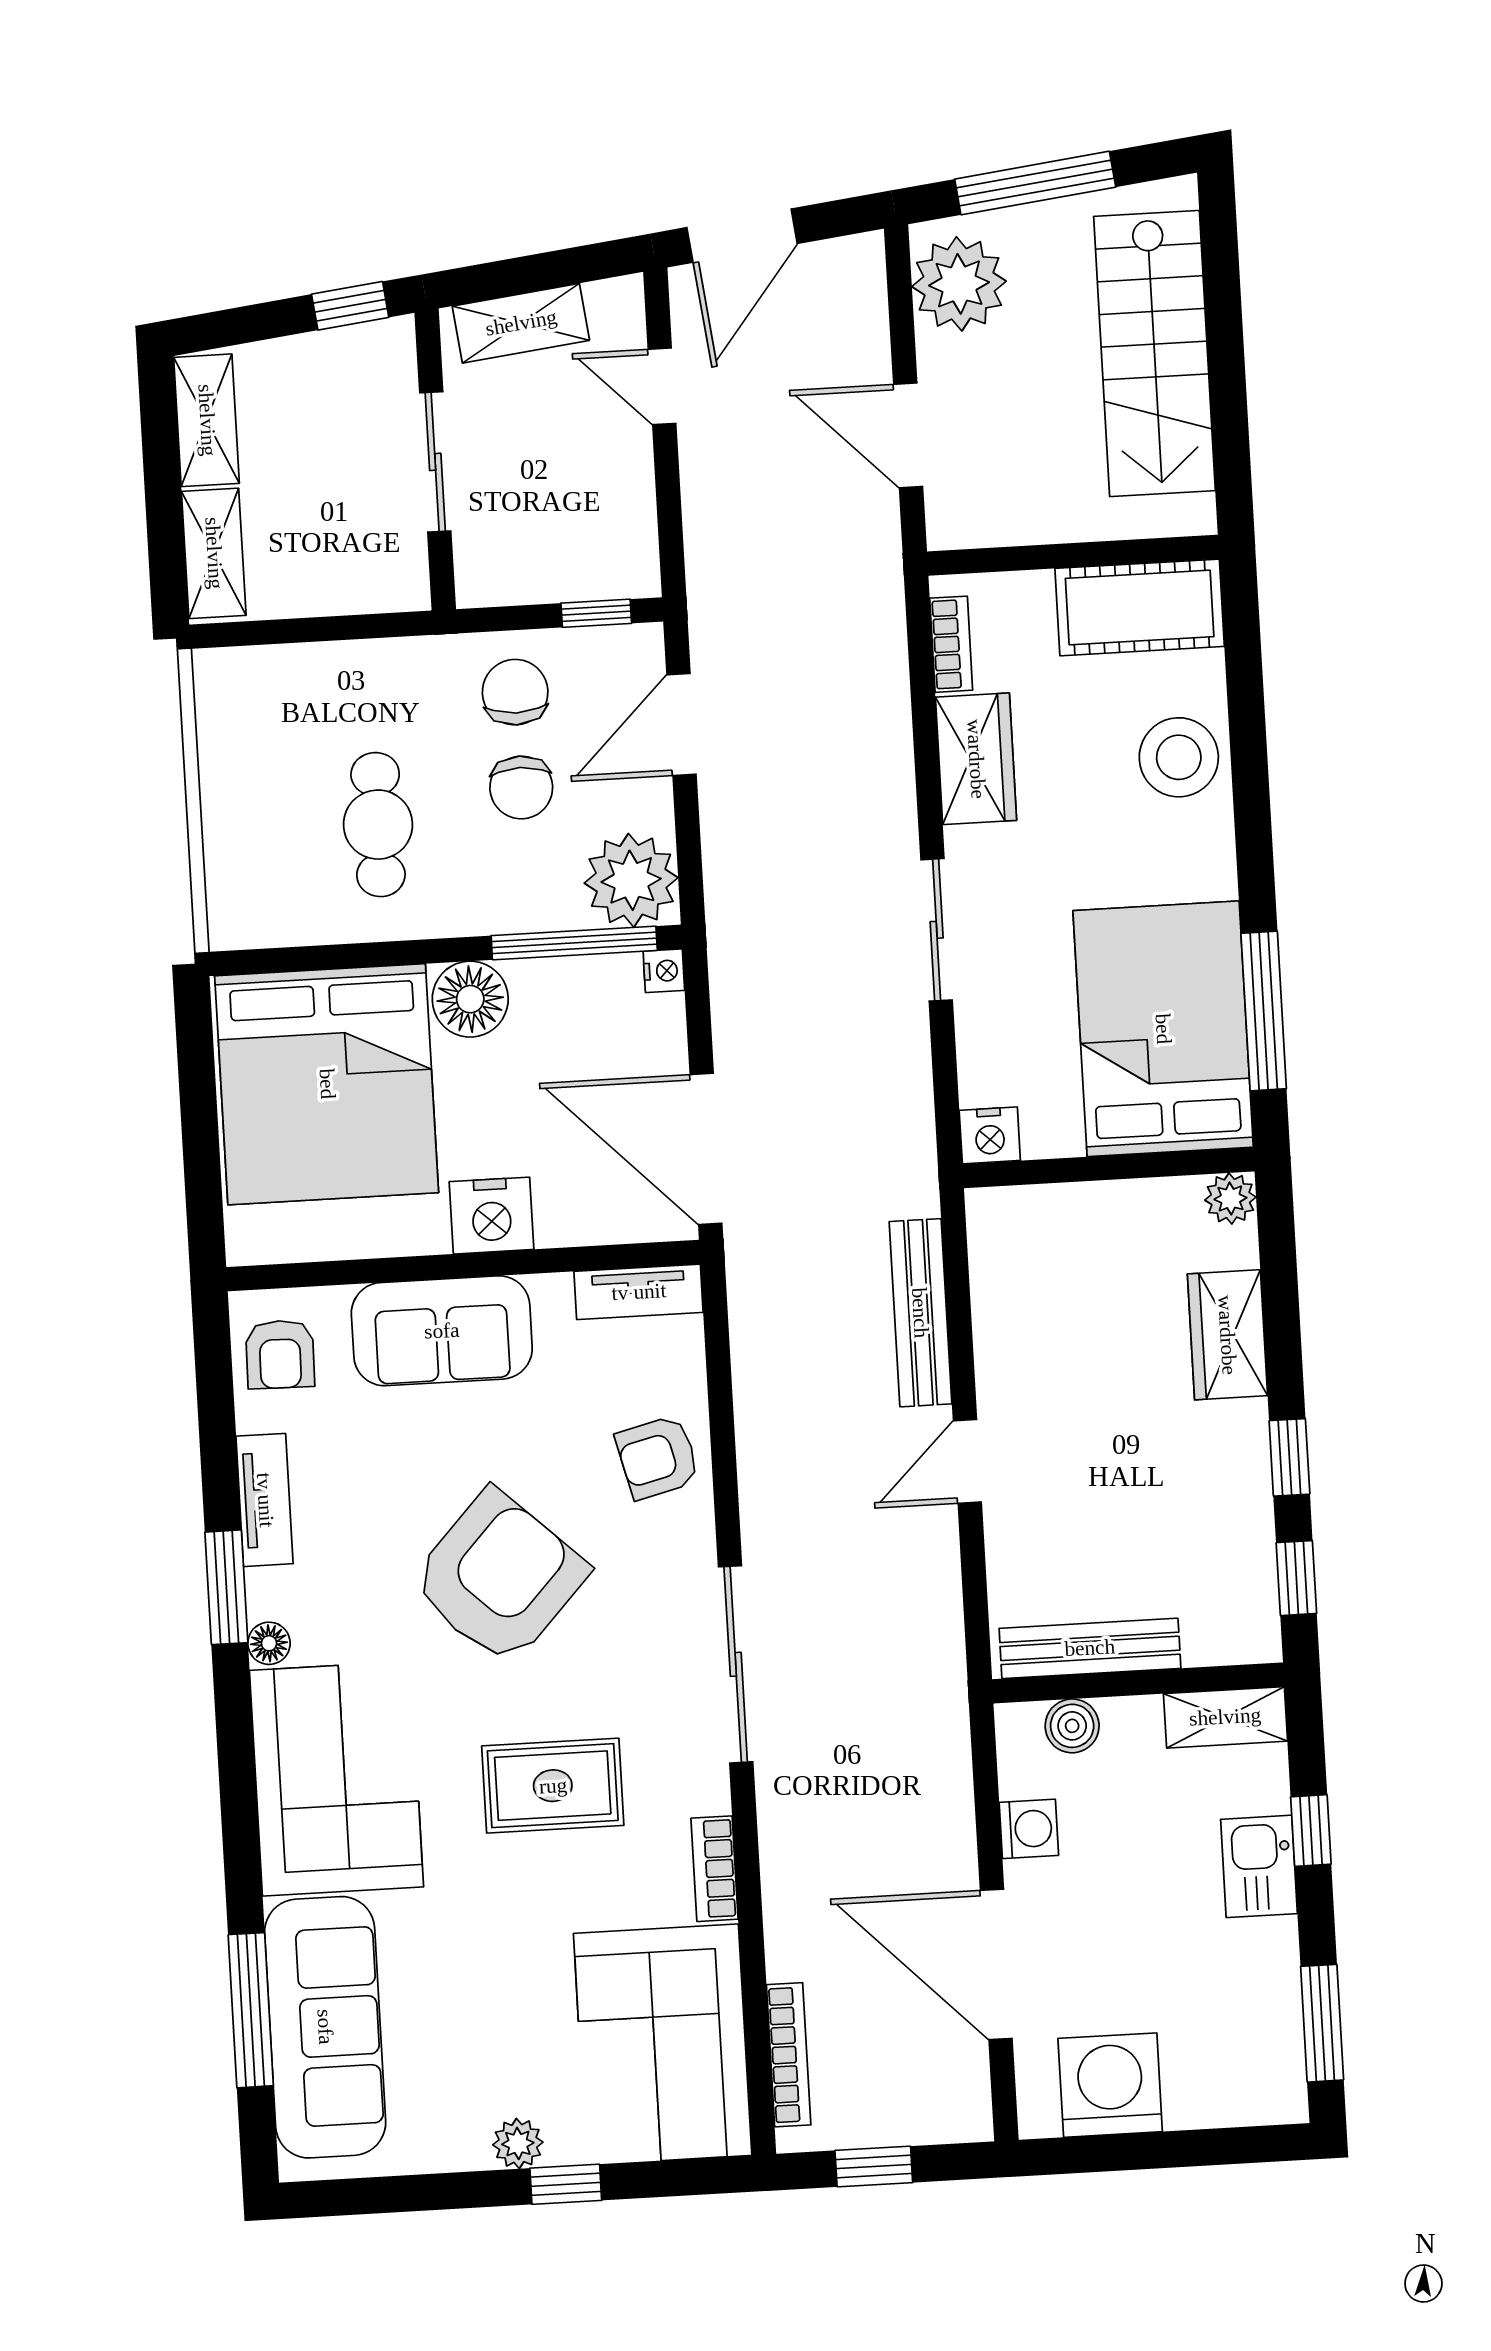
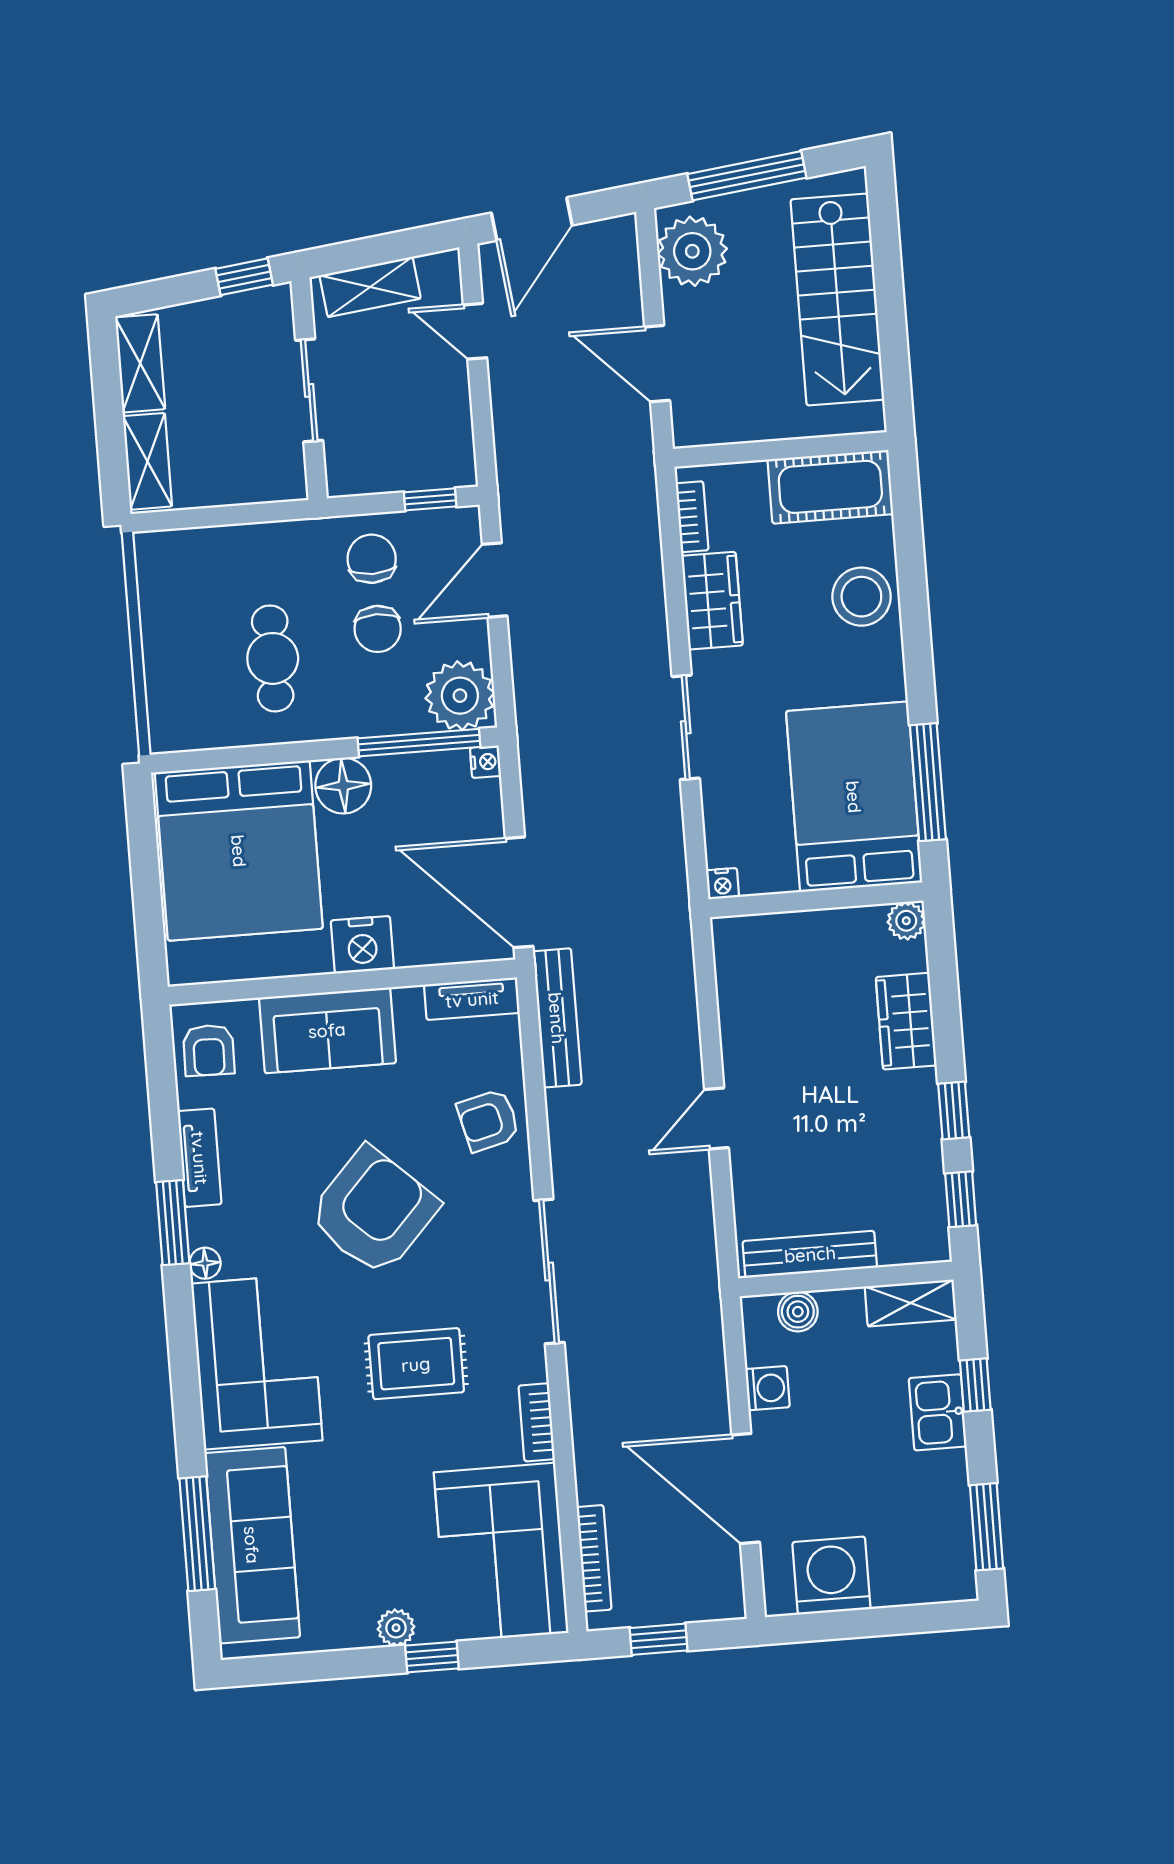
nightstand: (990, 1135) -> (723, 884), width x0.72, depth x0.74
bench: (920, 1313) -> (557, 1018), moved

